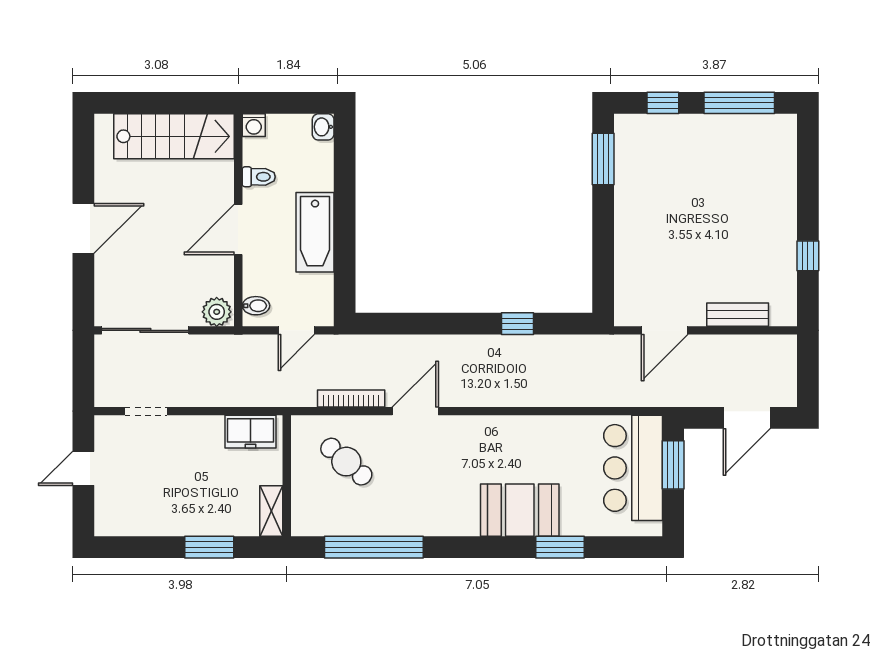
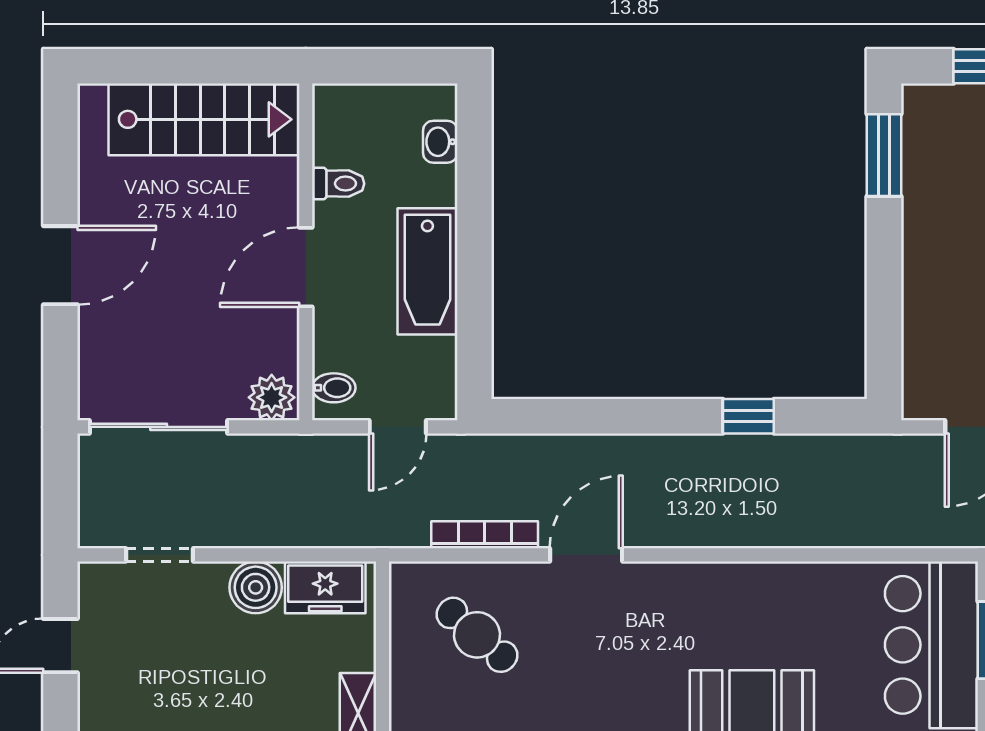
washing machine: (254, 125) -> (330, 102), removed
washbasin: (323, 127) -> (440, 142), moved
boiler: (207, 432) -> (256, 587), added

